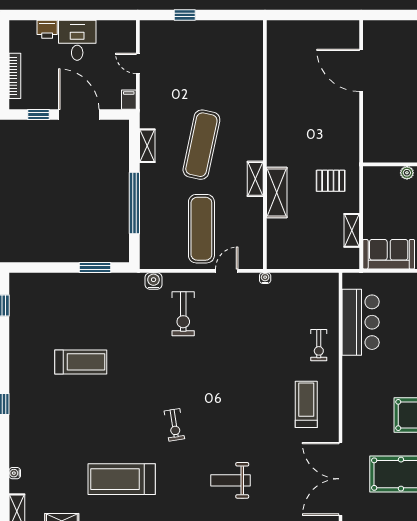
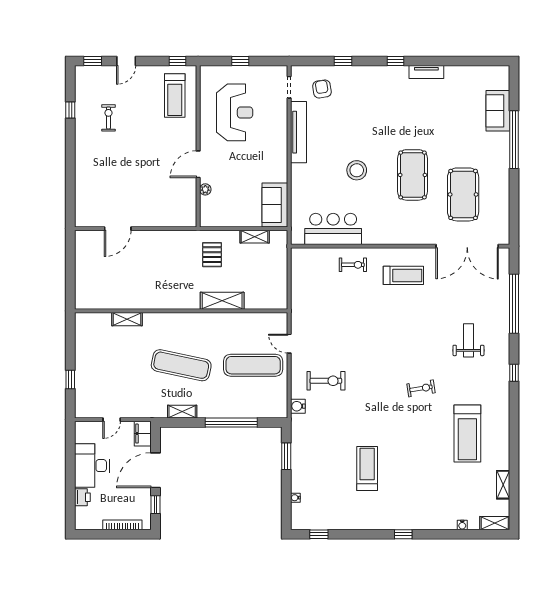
desk: (77, 40) -> (92, 466), width x1.37
door: (361, 70) -> (118, 229), width x0.73
filing cabinet: (129, 100) -> (143, 434), width x2.00
shelving: (255, 179) -> (127, 319), moved
water cooler: (265, 278) -> (295, 498), moved
treadmill: (306, 404) -> (403, 275), turned 180
weight bench: (230, 480) -> (468, 340), turned 180

